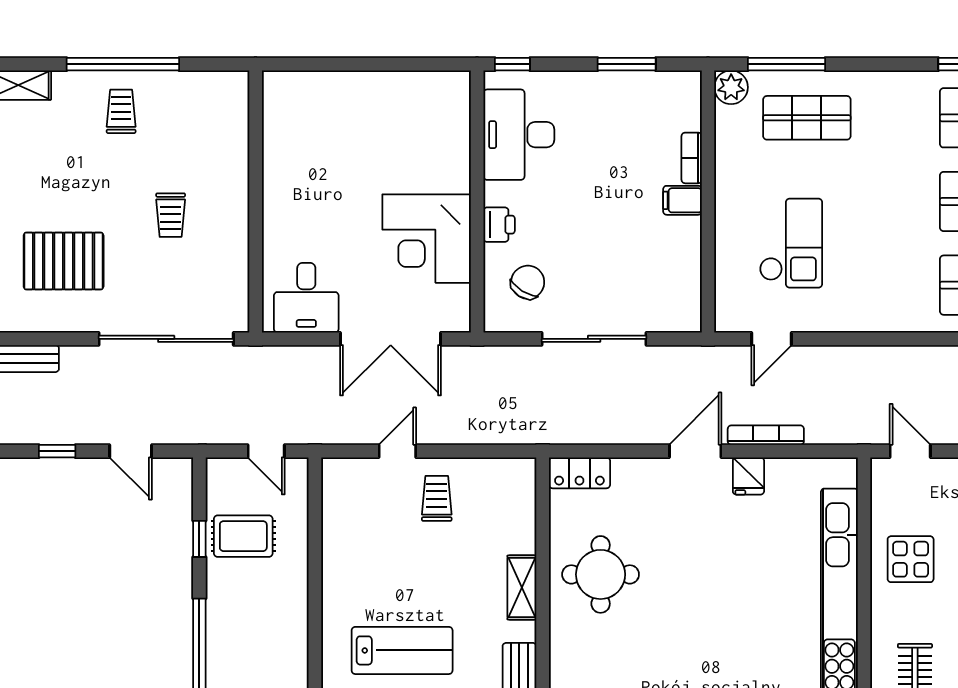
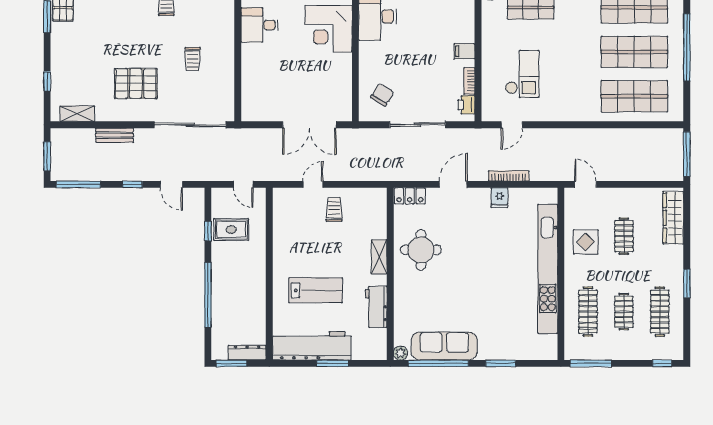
bookcase: (692, 158) -> (469, 81), moved
printer: (499, 225) -> (466, 105), moved, turned 180
corner desk: (427, 239) -> (329, 29), moved
desk: (306, 298) -> (260, 25), moved, turned 90
door: (695, 451) -> (453, 184), moved

